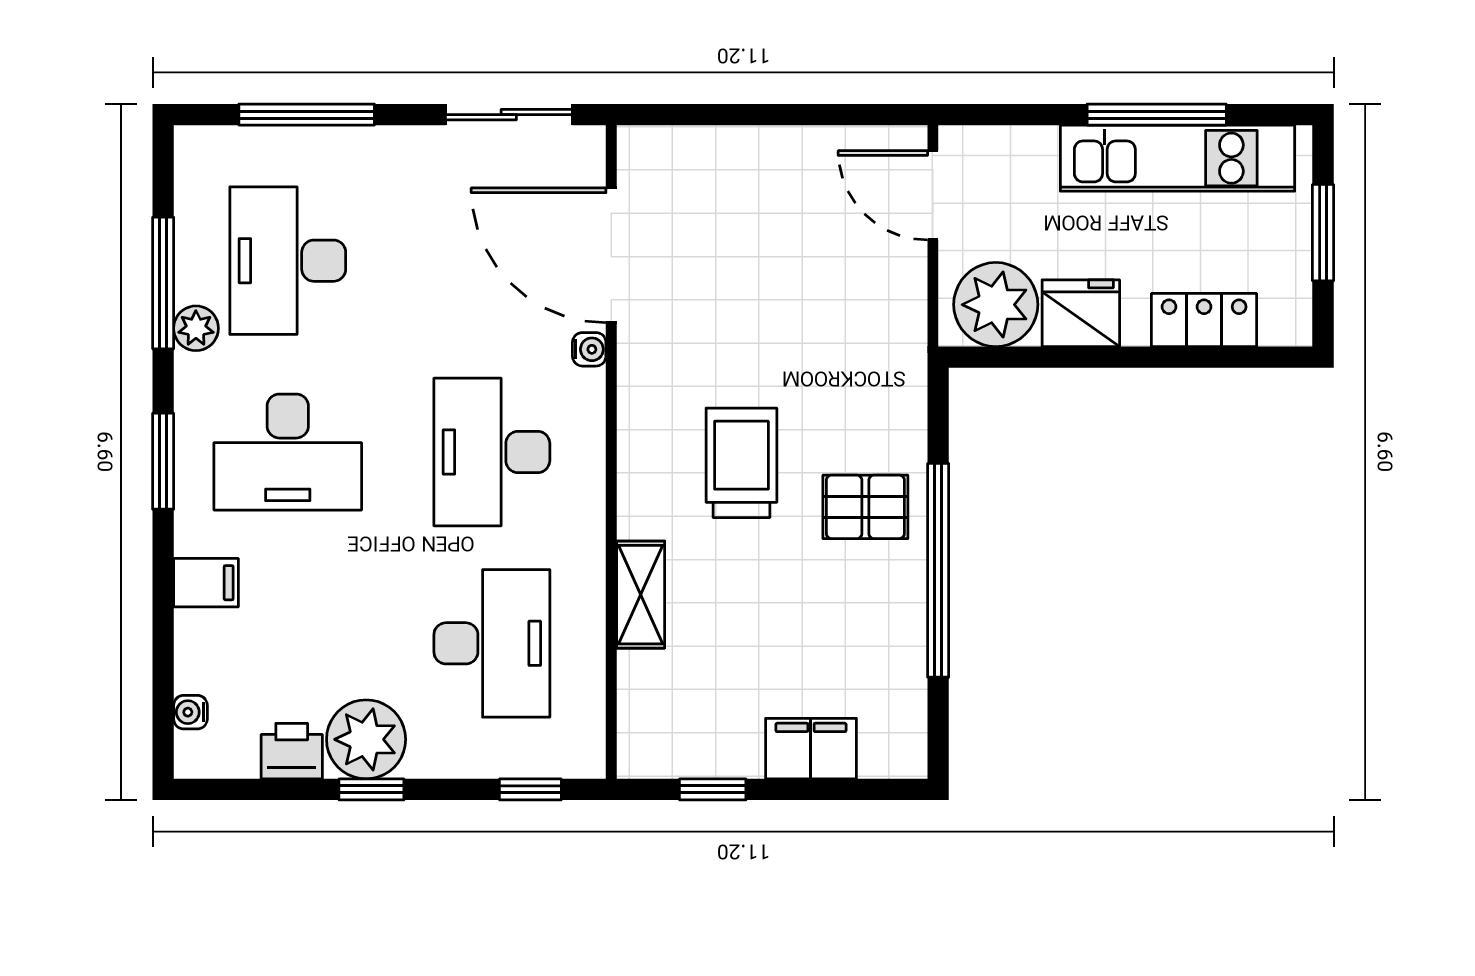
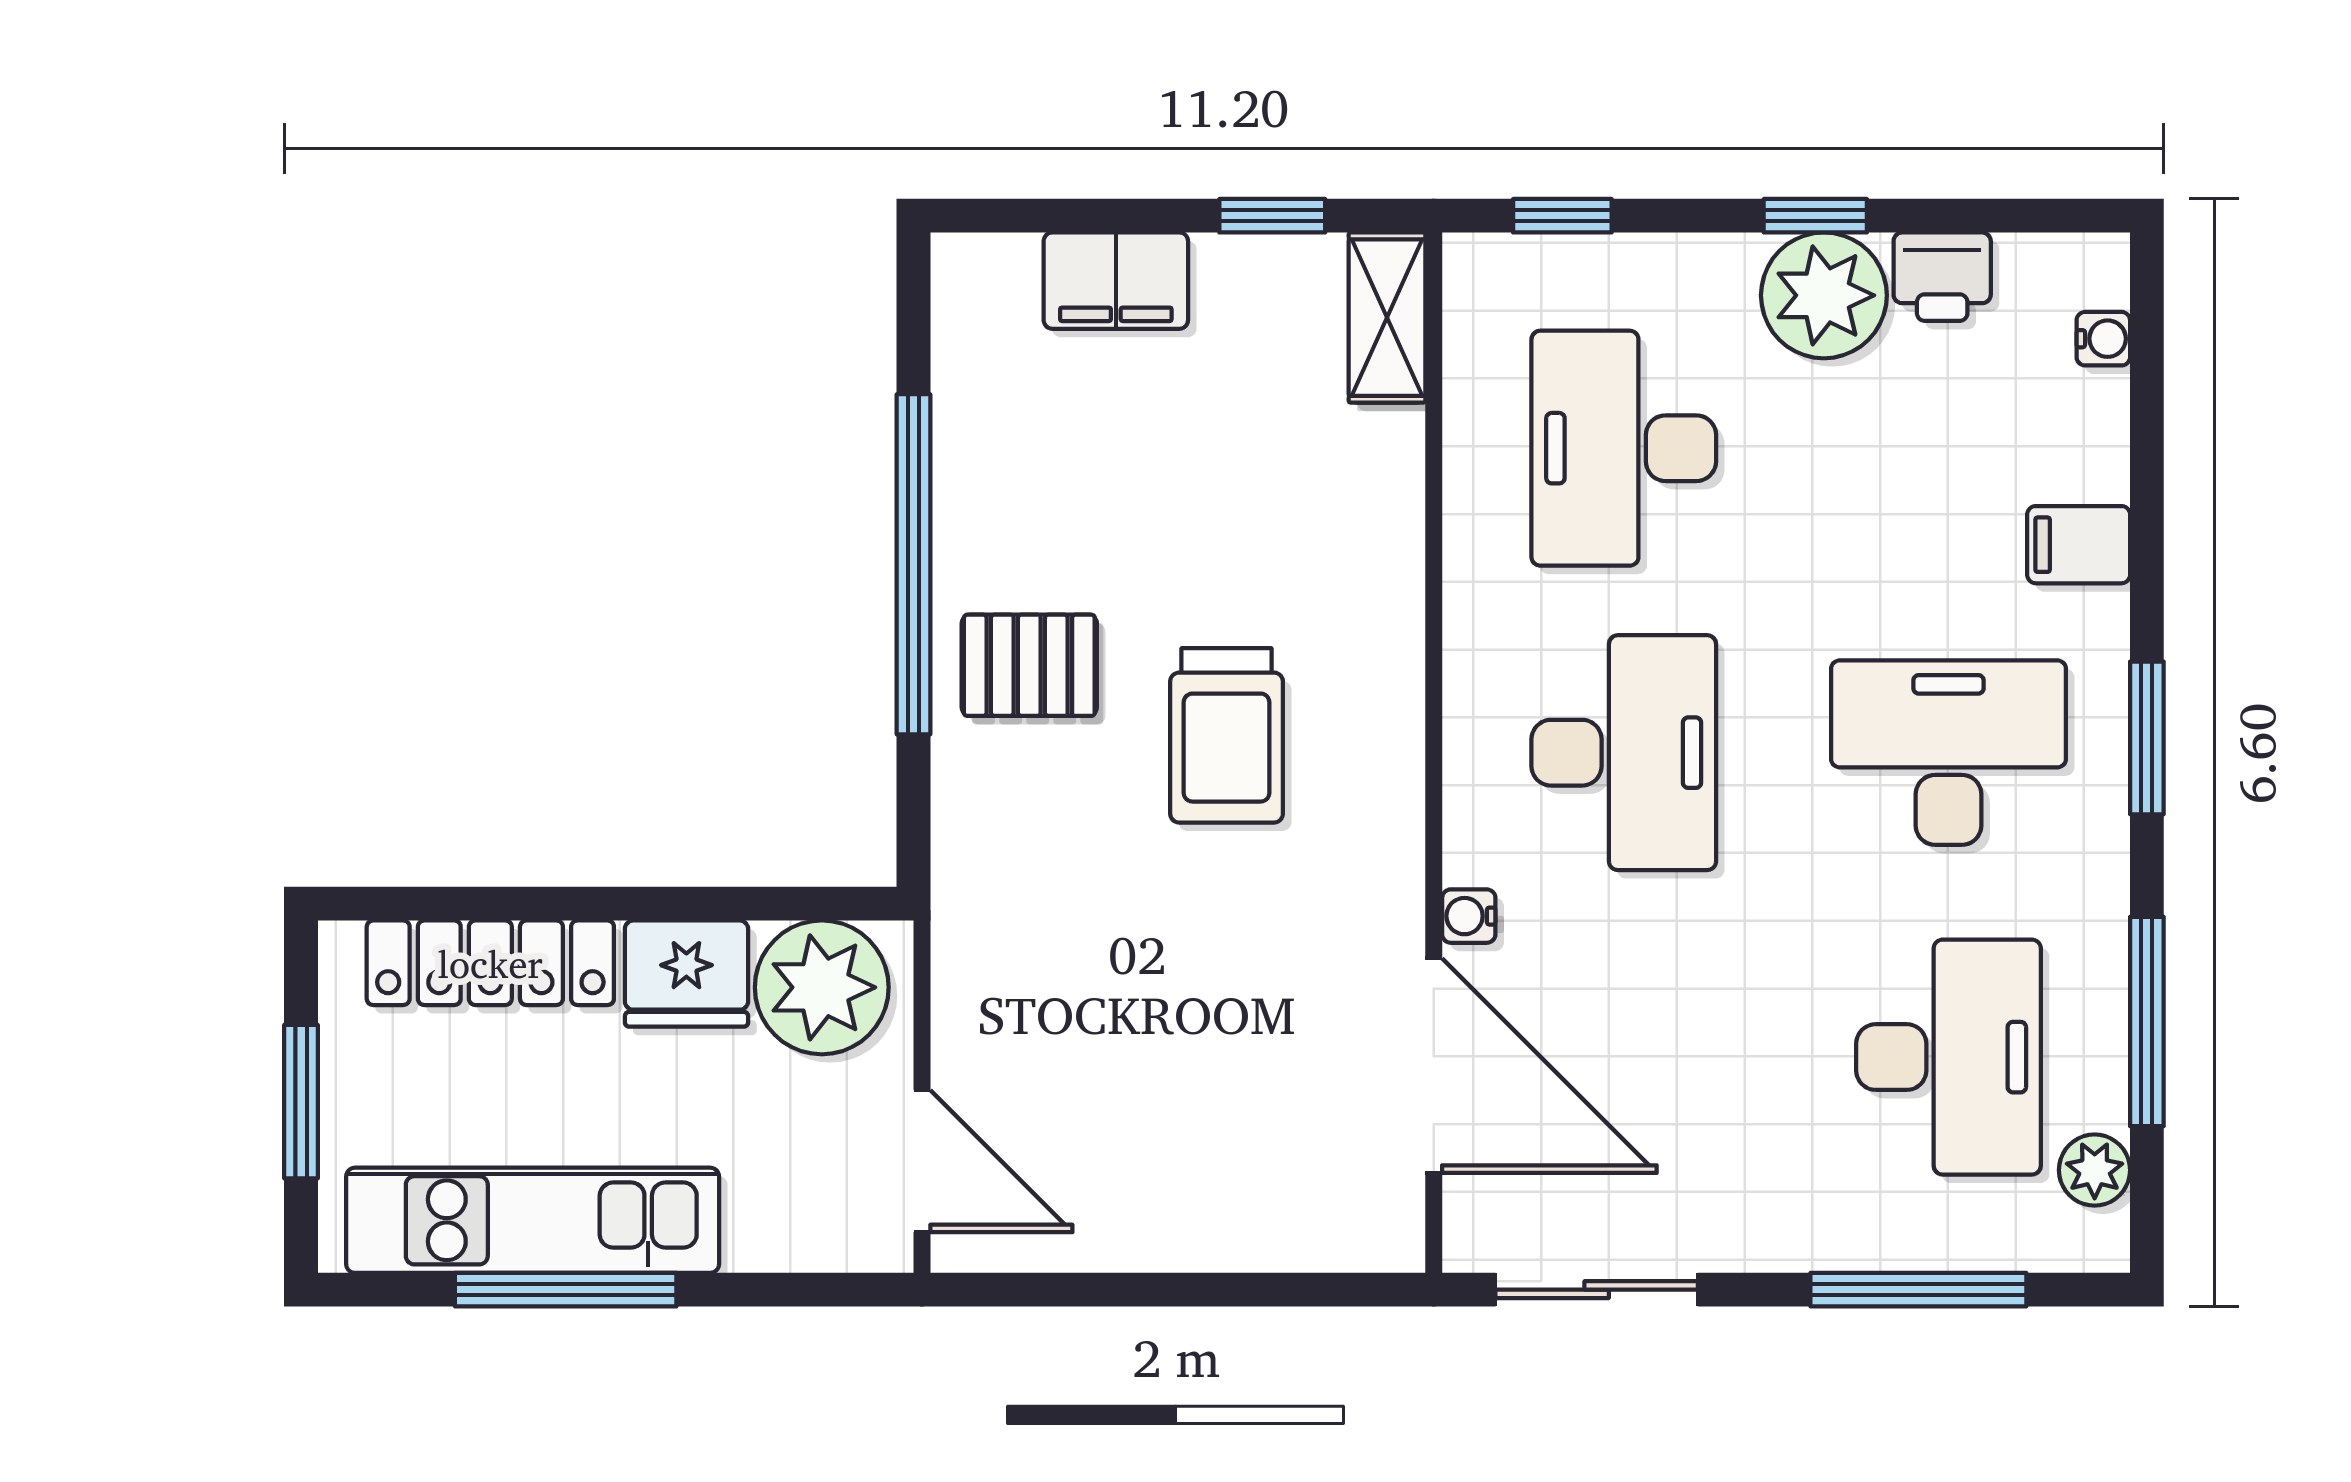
locker: (1204, 320) -> (490, 963), width x1.53
plant: (196, 328) -> (2095, 1170), moved
shelving: (641, 595) -> (1387, 318), moved

